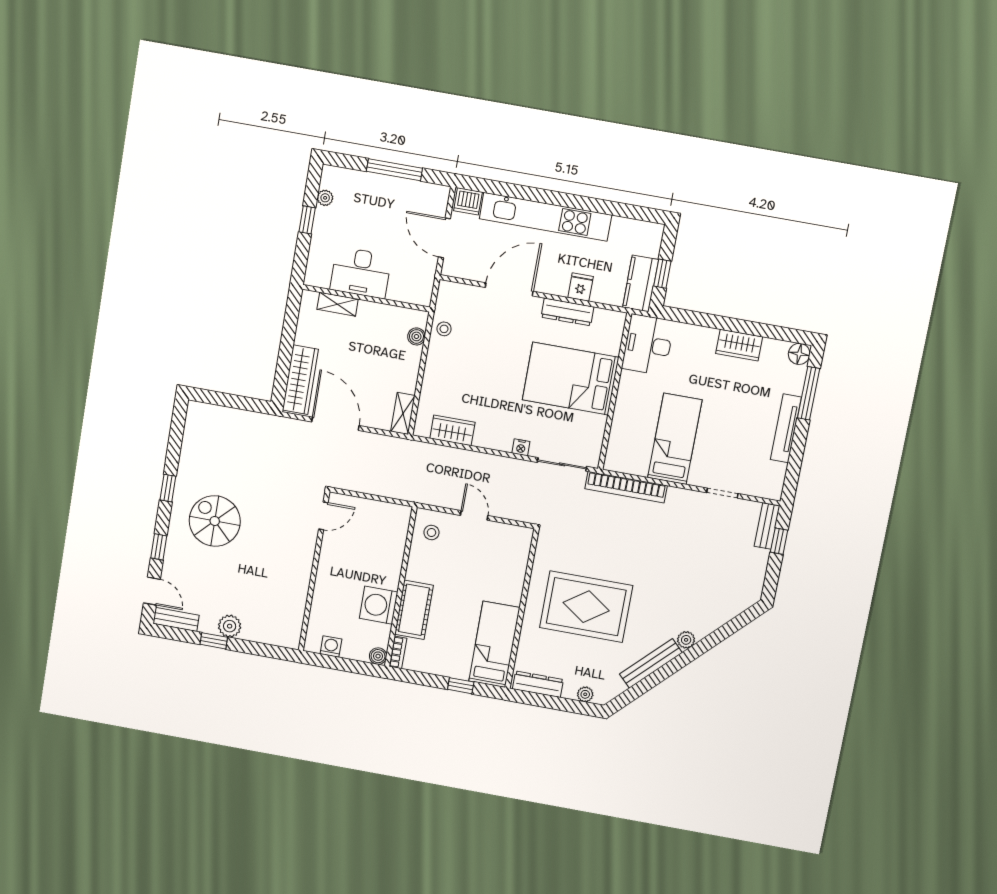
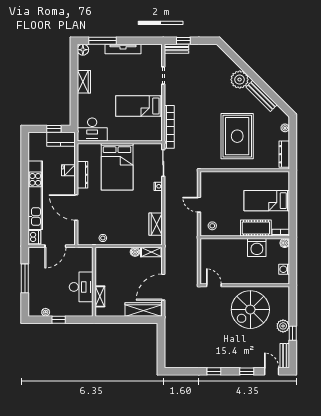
boiler: (416, 336) -> (135, 252), moved
door: (474, 515) -> (199, 205), hinge flipped
spiral stairs: (215, 521) -> (250, 310), moved, width x1.37, depth x1.37
door: (152, 591) -> (272, 371), hinge flipped
plant: (686, 640) -> (240, 80), width x1.88, depth x1.88
bed: (494, 644) -> (267, 201), moved
window: (461, 686) -> (293, 196), removed

